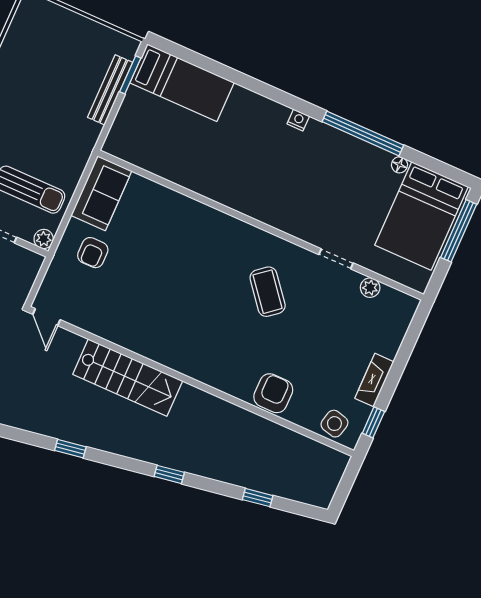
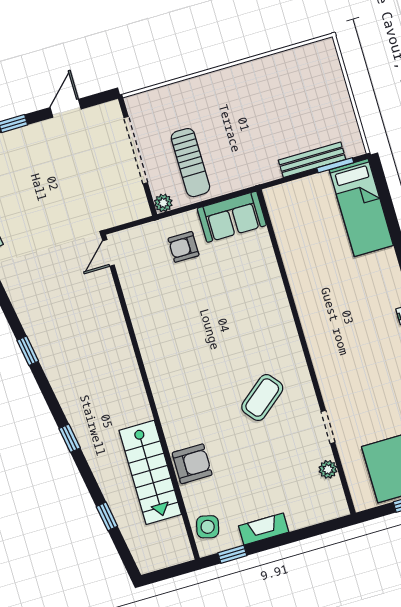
stairs: (128, 378) -> (150, 472), moved

